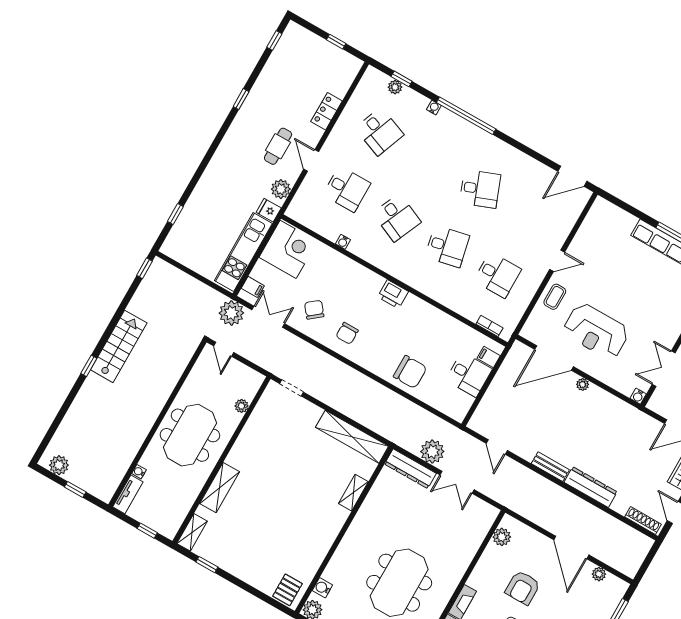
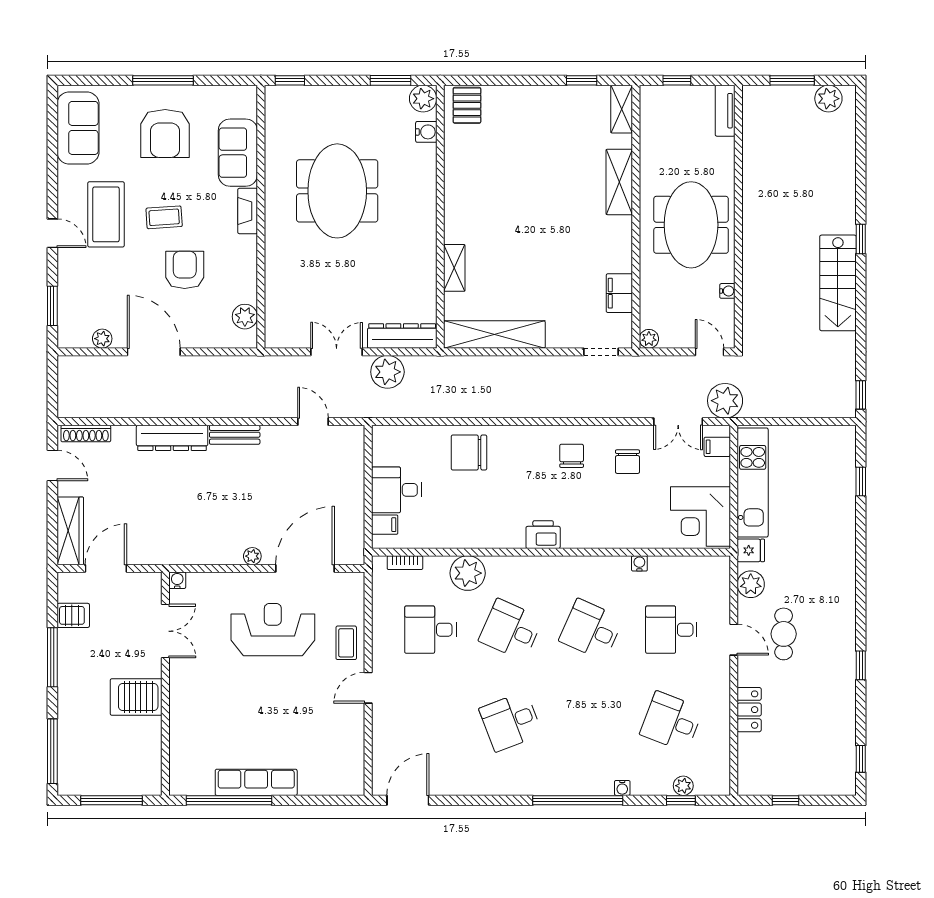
desk: (447, 246) -> (511, 630), turned 36
plant: (454, 297) -> (468, 573), added
chair: (314, 310) -> (627, 462), turned 39
plant: (242, 406) -> (649, 339), moved
filing cabinet: (259, 418) -> (619, 293), added
water cooler: (139, 472) -> (727, 291), moved
window: (75, 489) -> (792, 80), width x1.50

